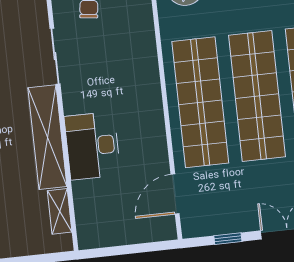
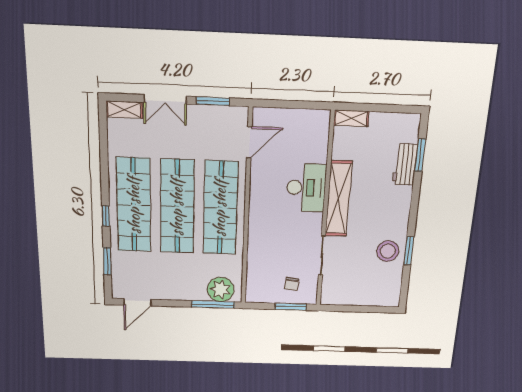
shelving: (60, 211) -> (351, 118), moved, turned 90
window: (228, 239) -> (213, 101), width x1.50

